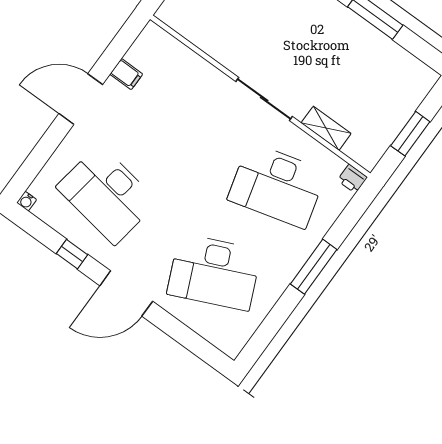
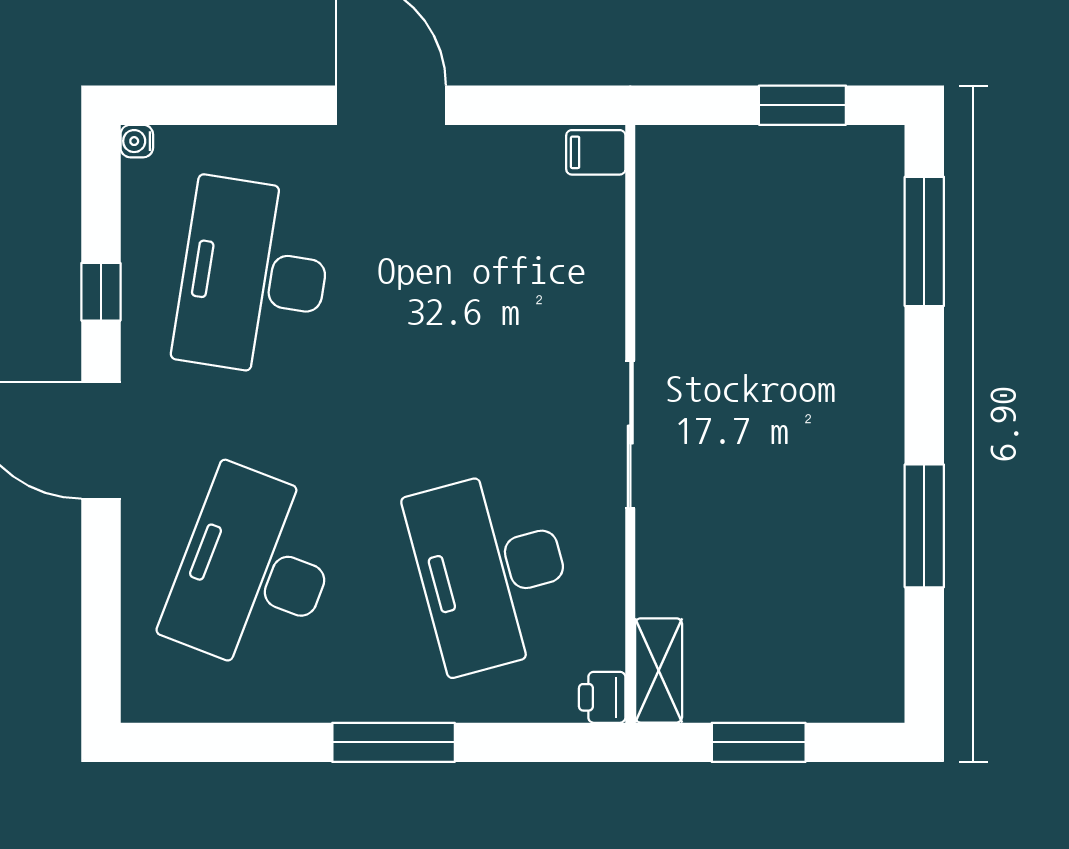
filing cabinet: (126, 74) -> (596, 152), moved, turned 90
shelving: (326, 128) -> (659, 670), moved
desk: (214, 272) -> (254, 571), turned 45

